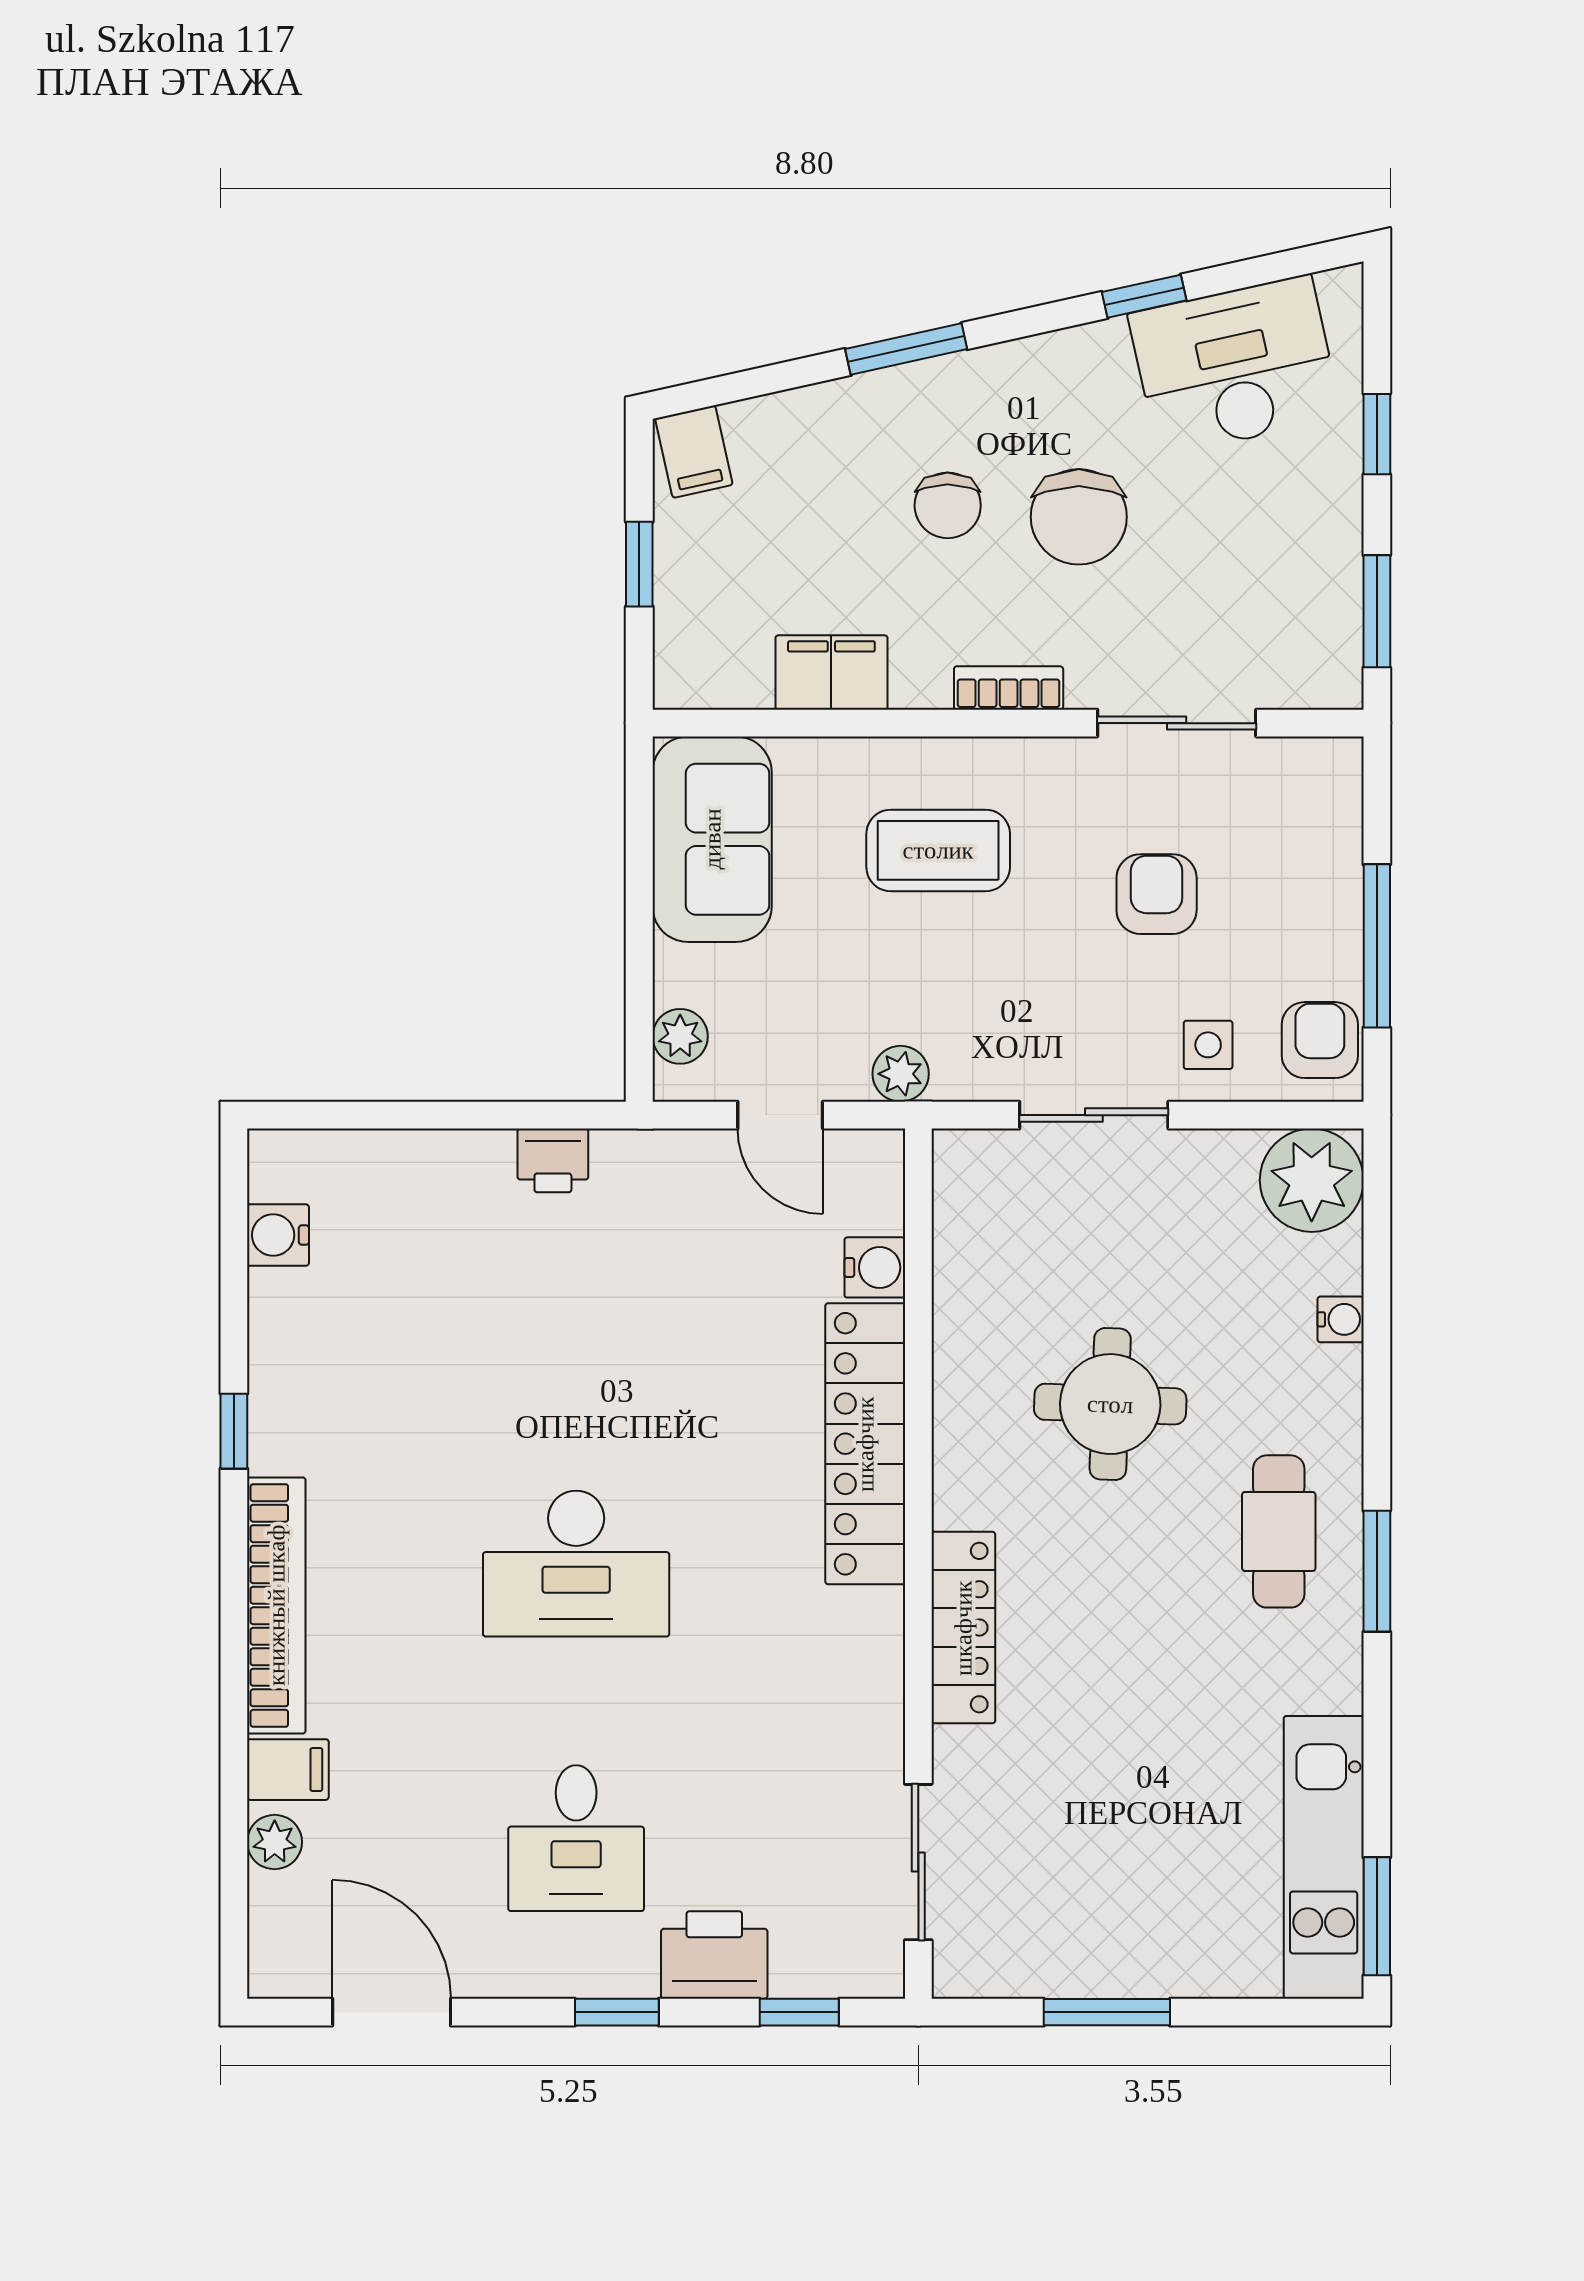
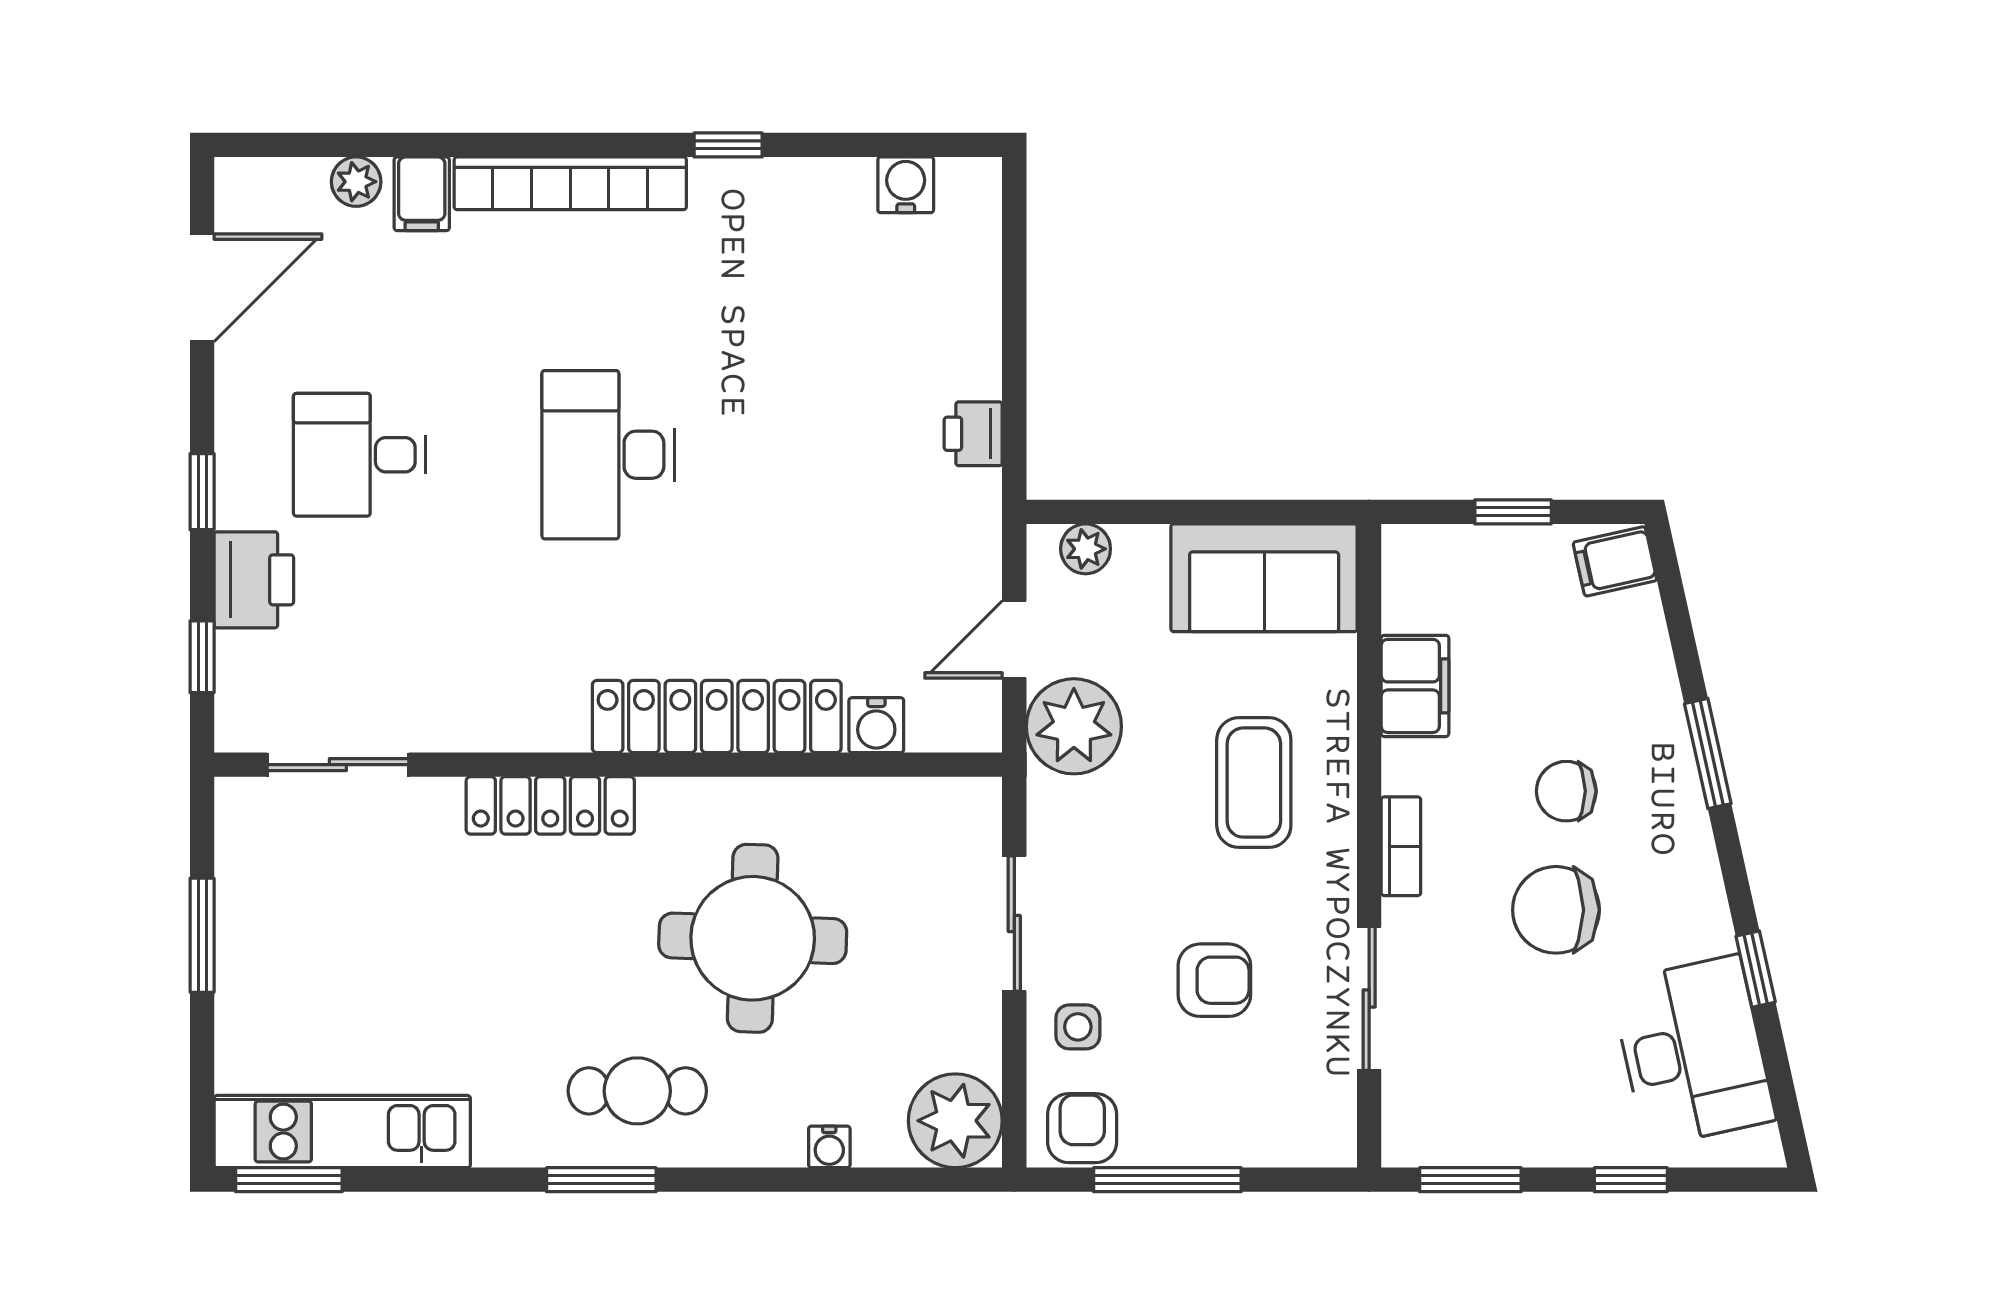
armchair: (1320, 1040) -> (1082, 1128), turned -90
plant: (901, 1074) -> (1074, 726), width x1.88, depth x1.88
round table: (1110, 1404) -> (753, 938), width x1.36, depth x1.36

